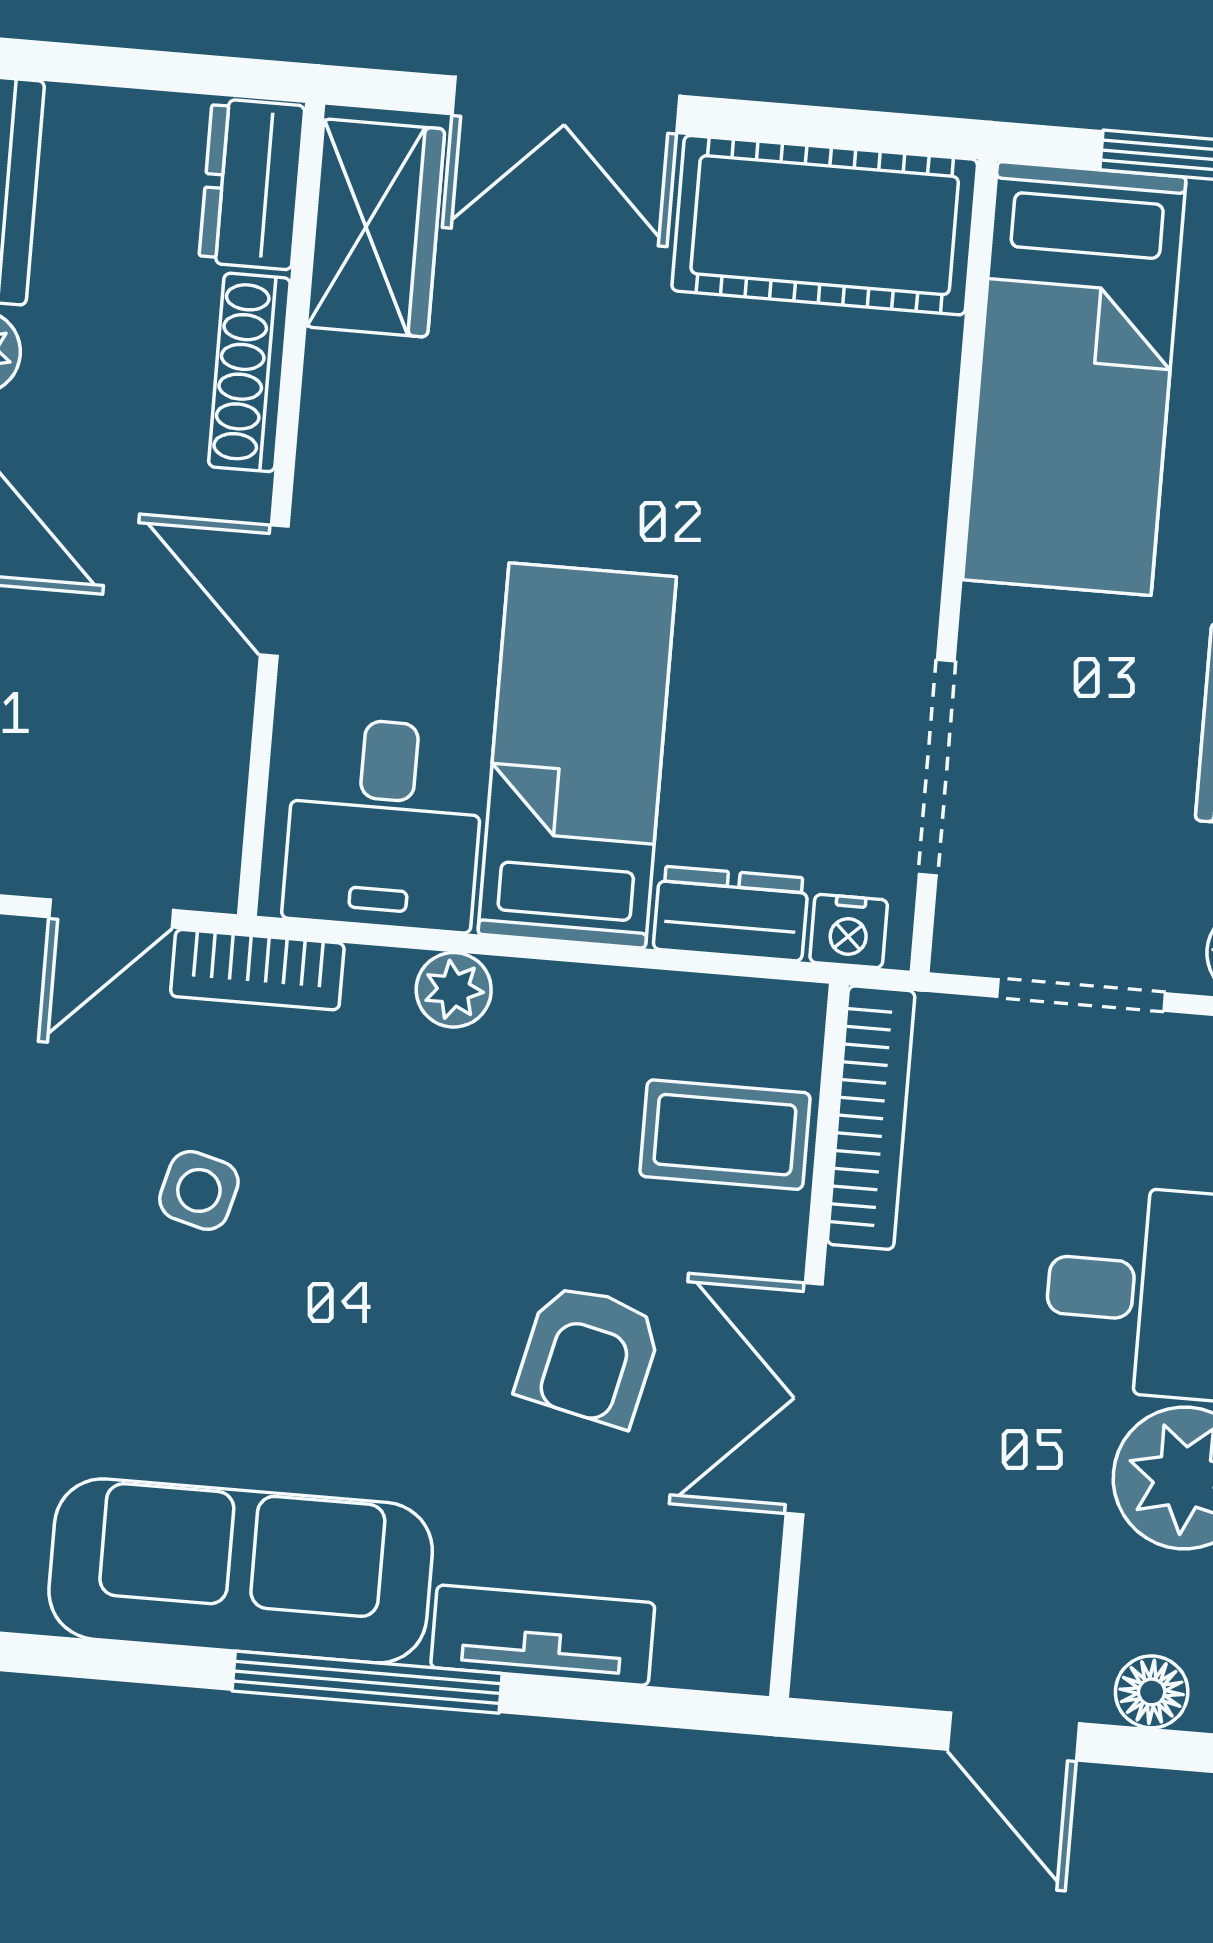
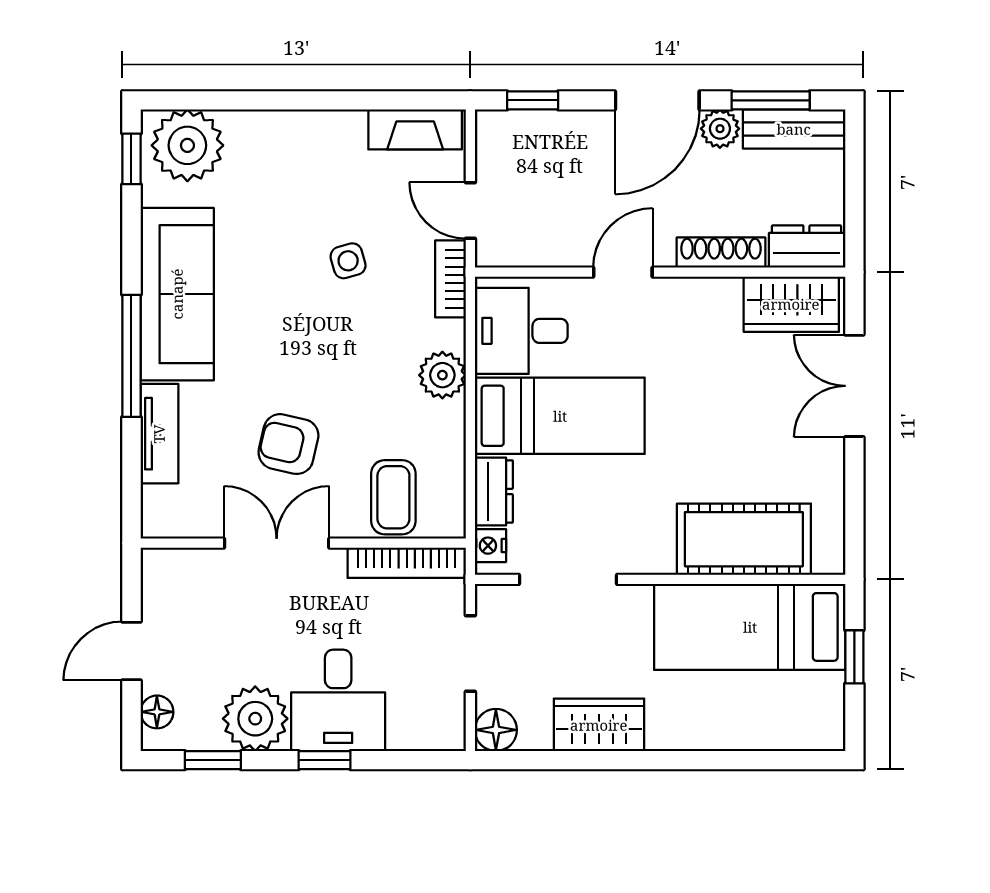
cot: (825, 225) -> (744, 539), moved, turned 90
plant: (454, 990) -> (442, 375), width x1.38, depth x1.38
side table: (199, 1190) -> (348, 261), turned -31

